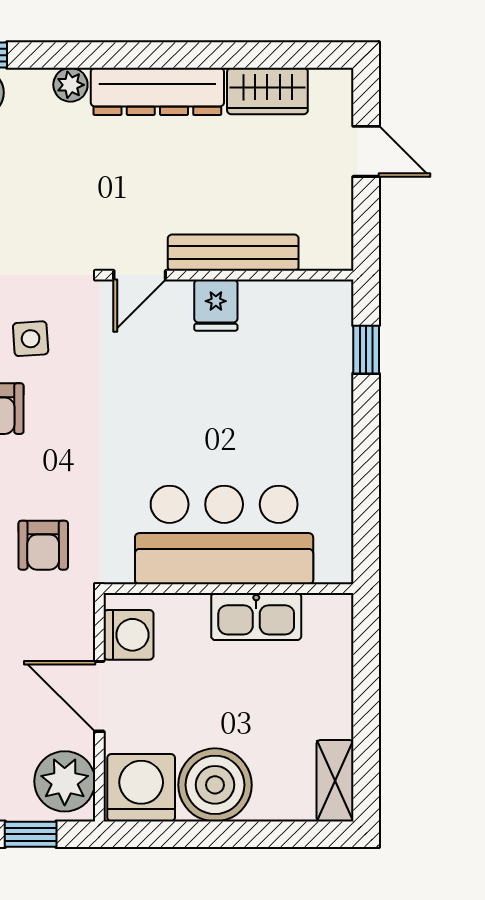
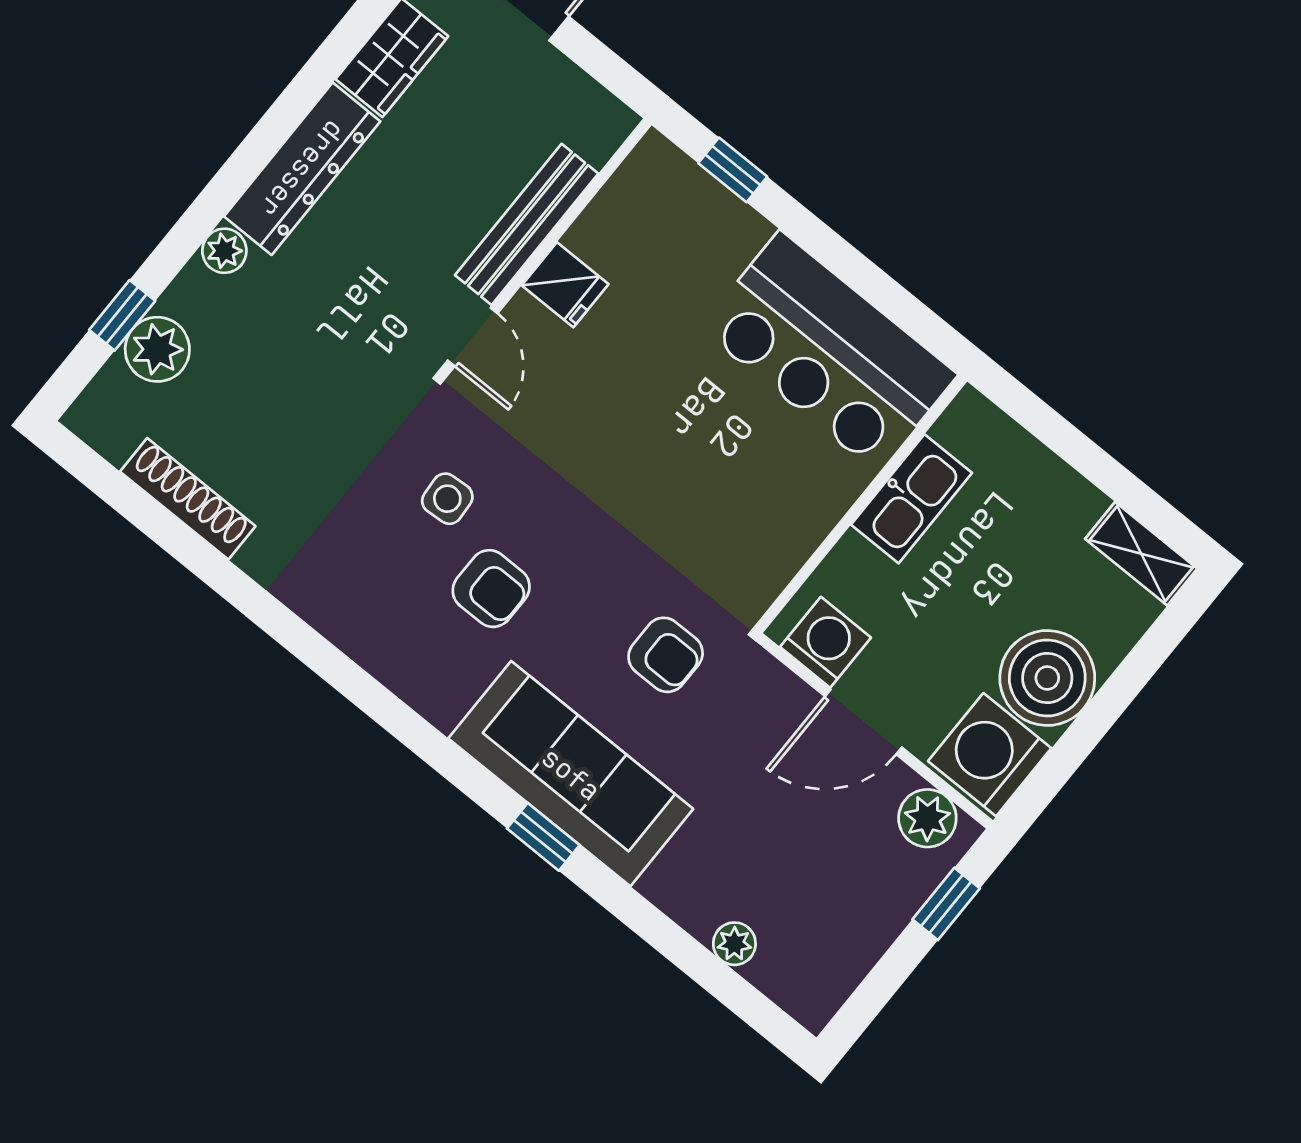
bar counter: (224, 535) -> (829, 352), moved, turned -90
plant: (65, 781) -> (927, 818), width x0.73, depth x0.73

